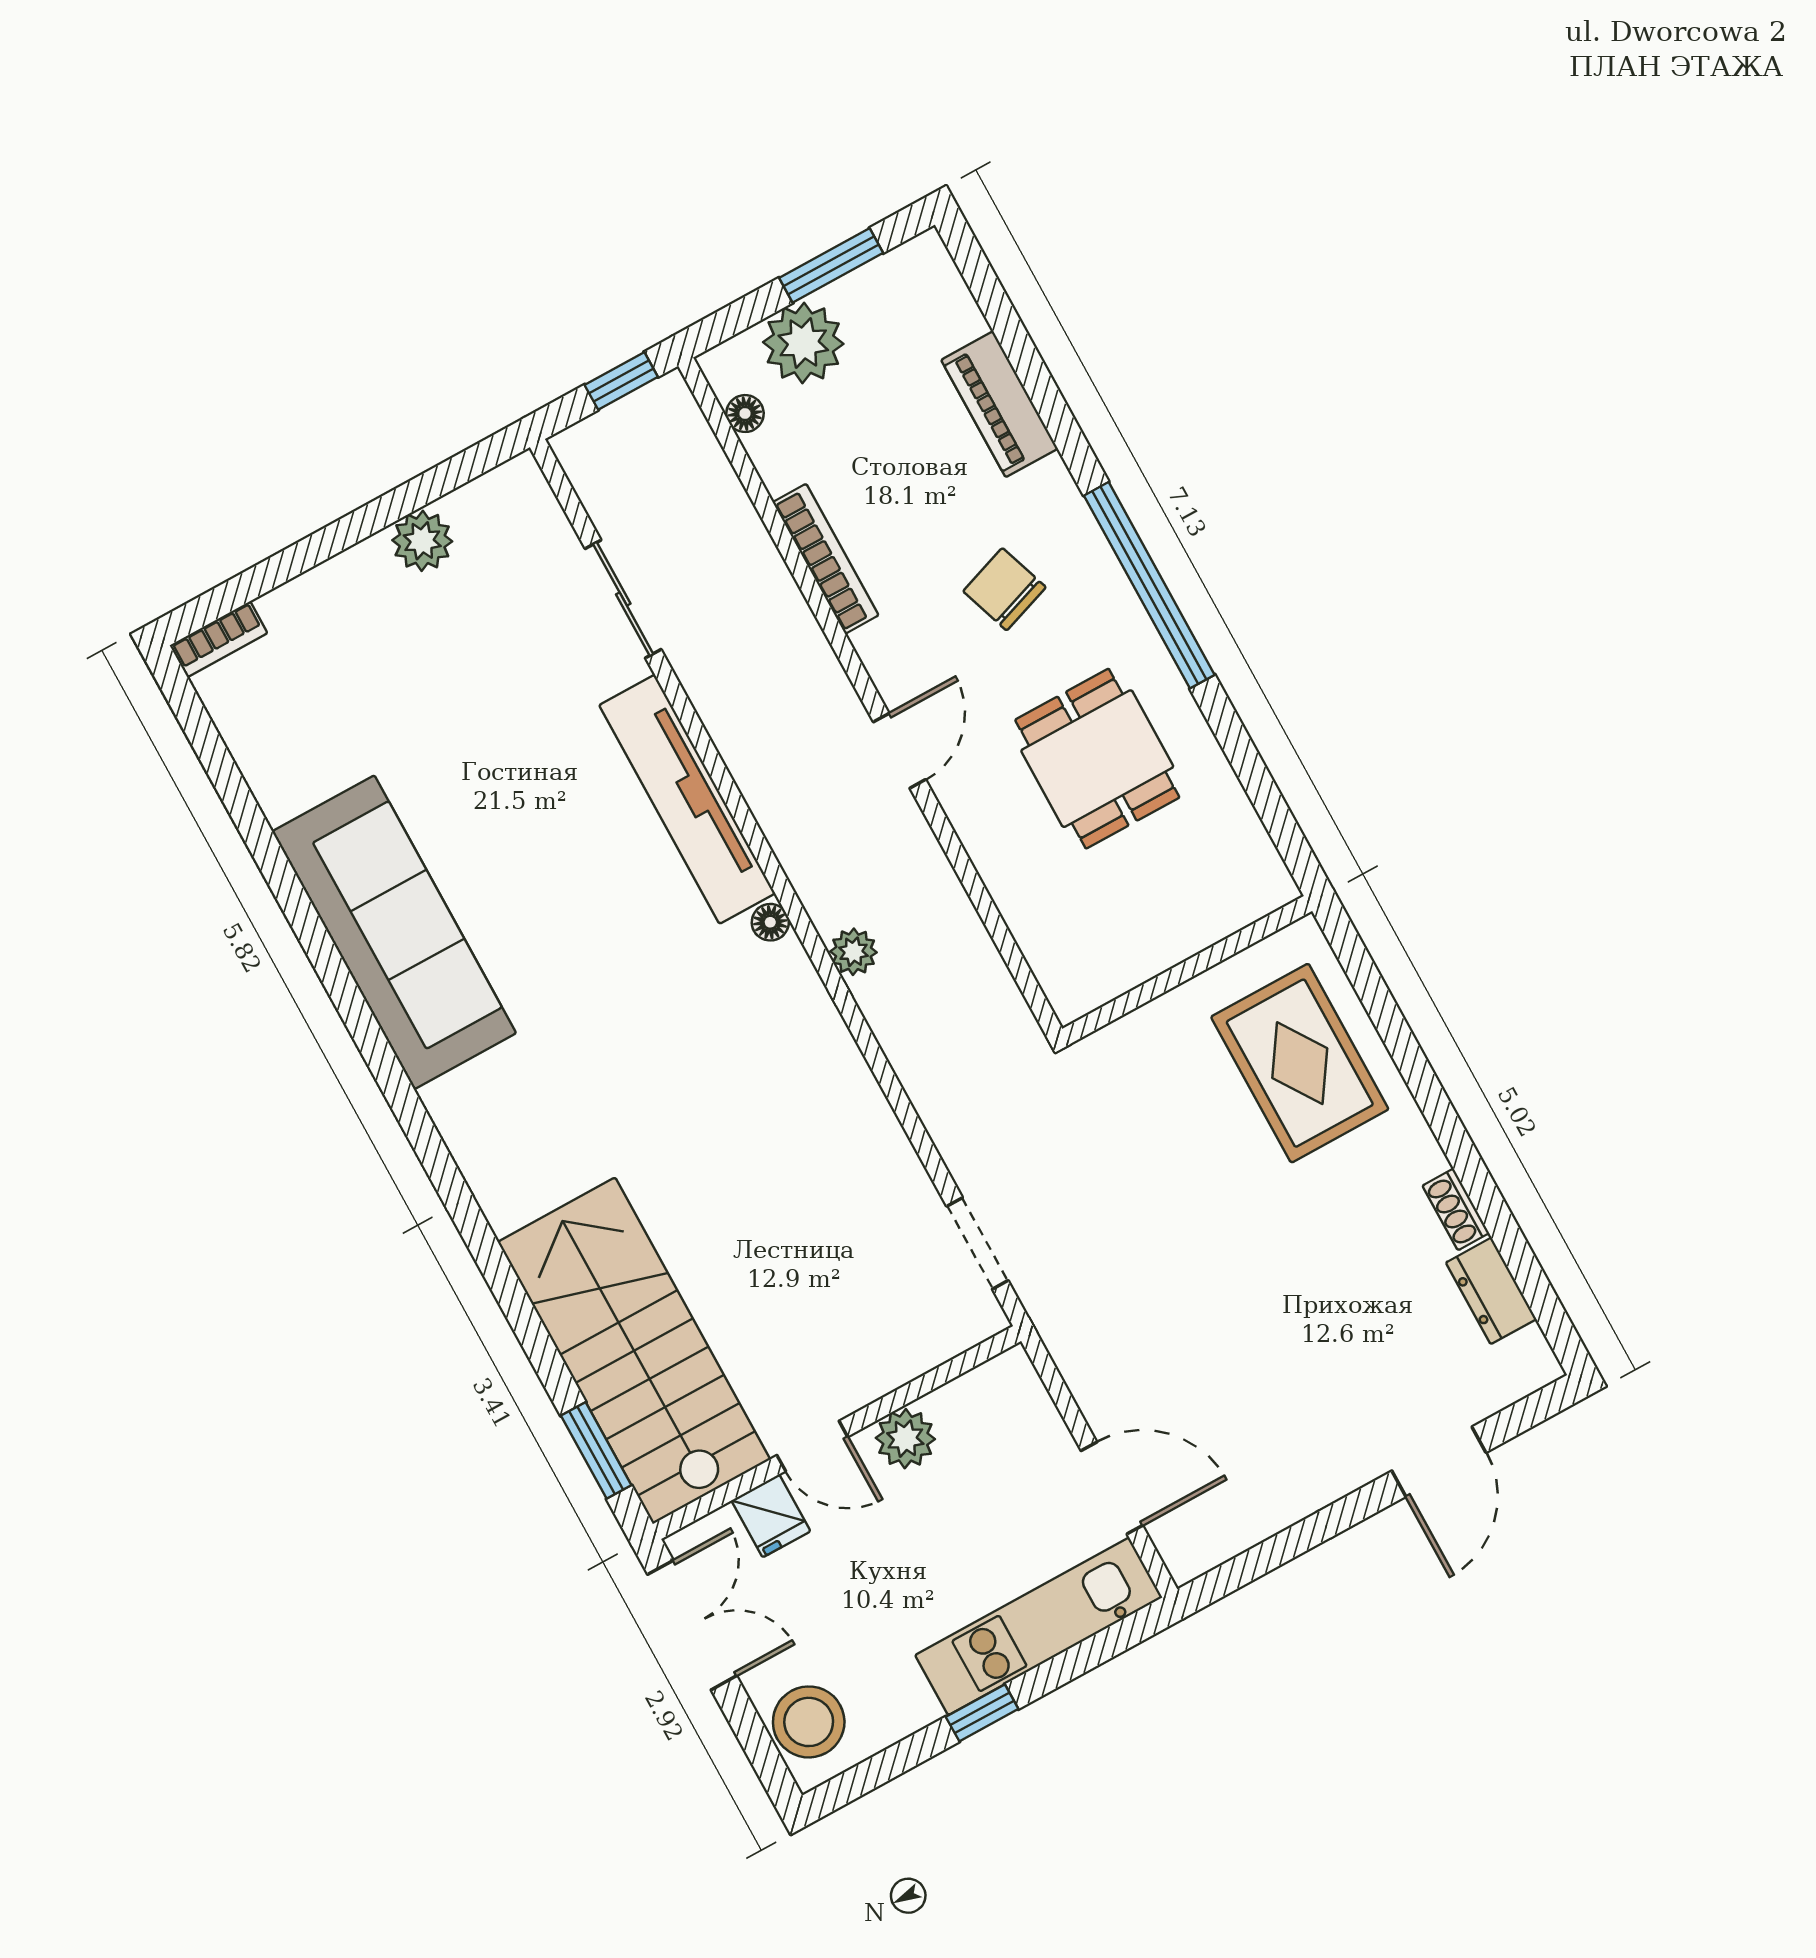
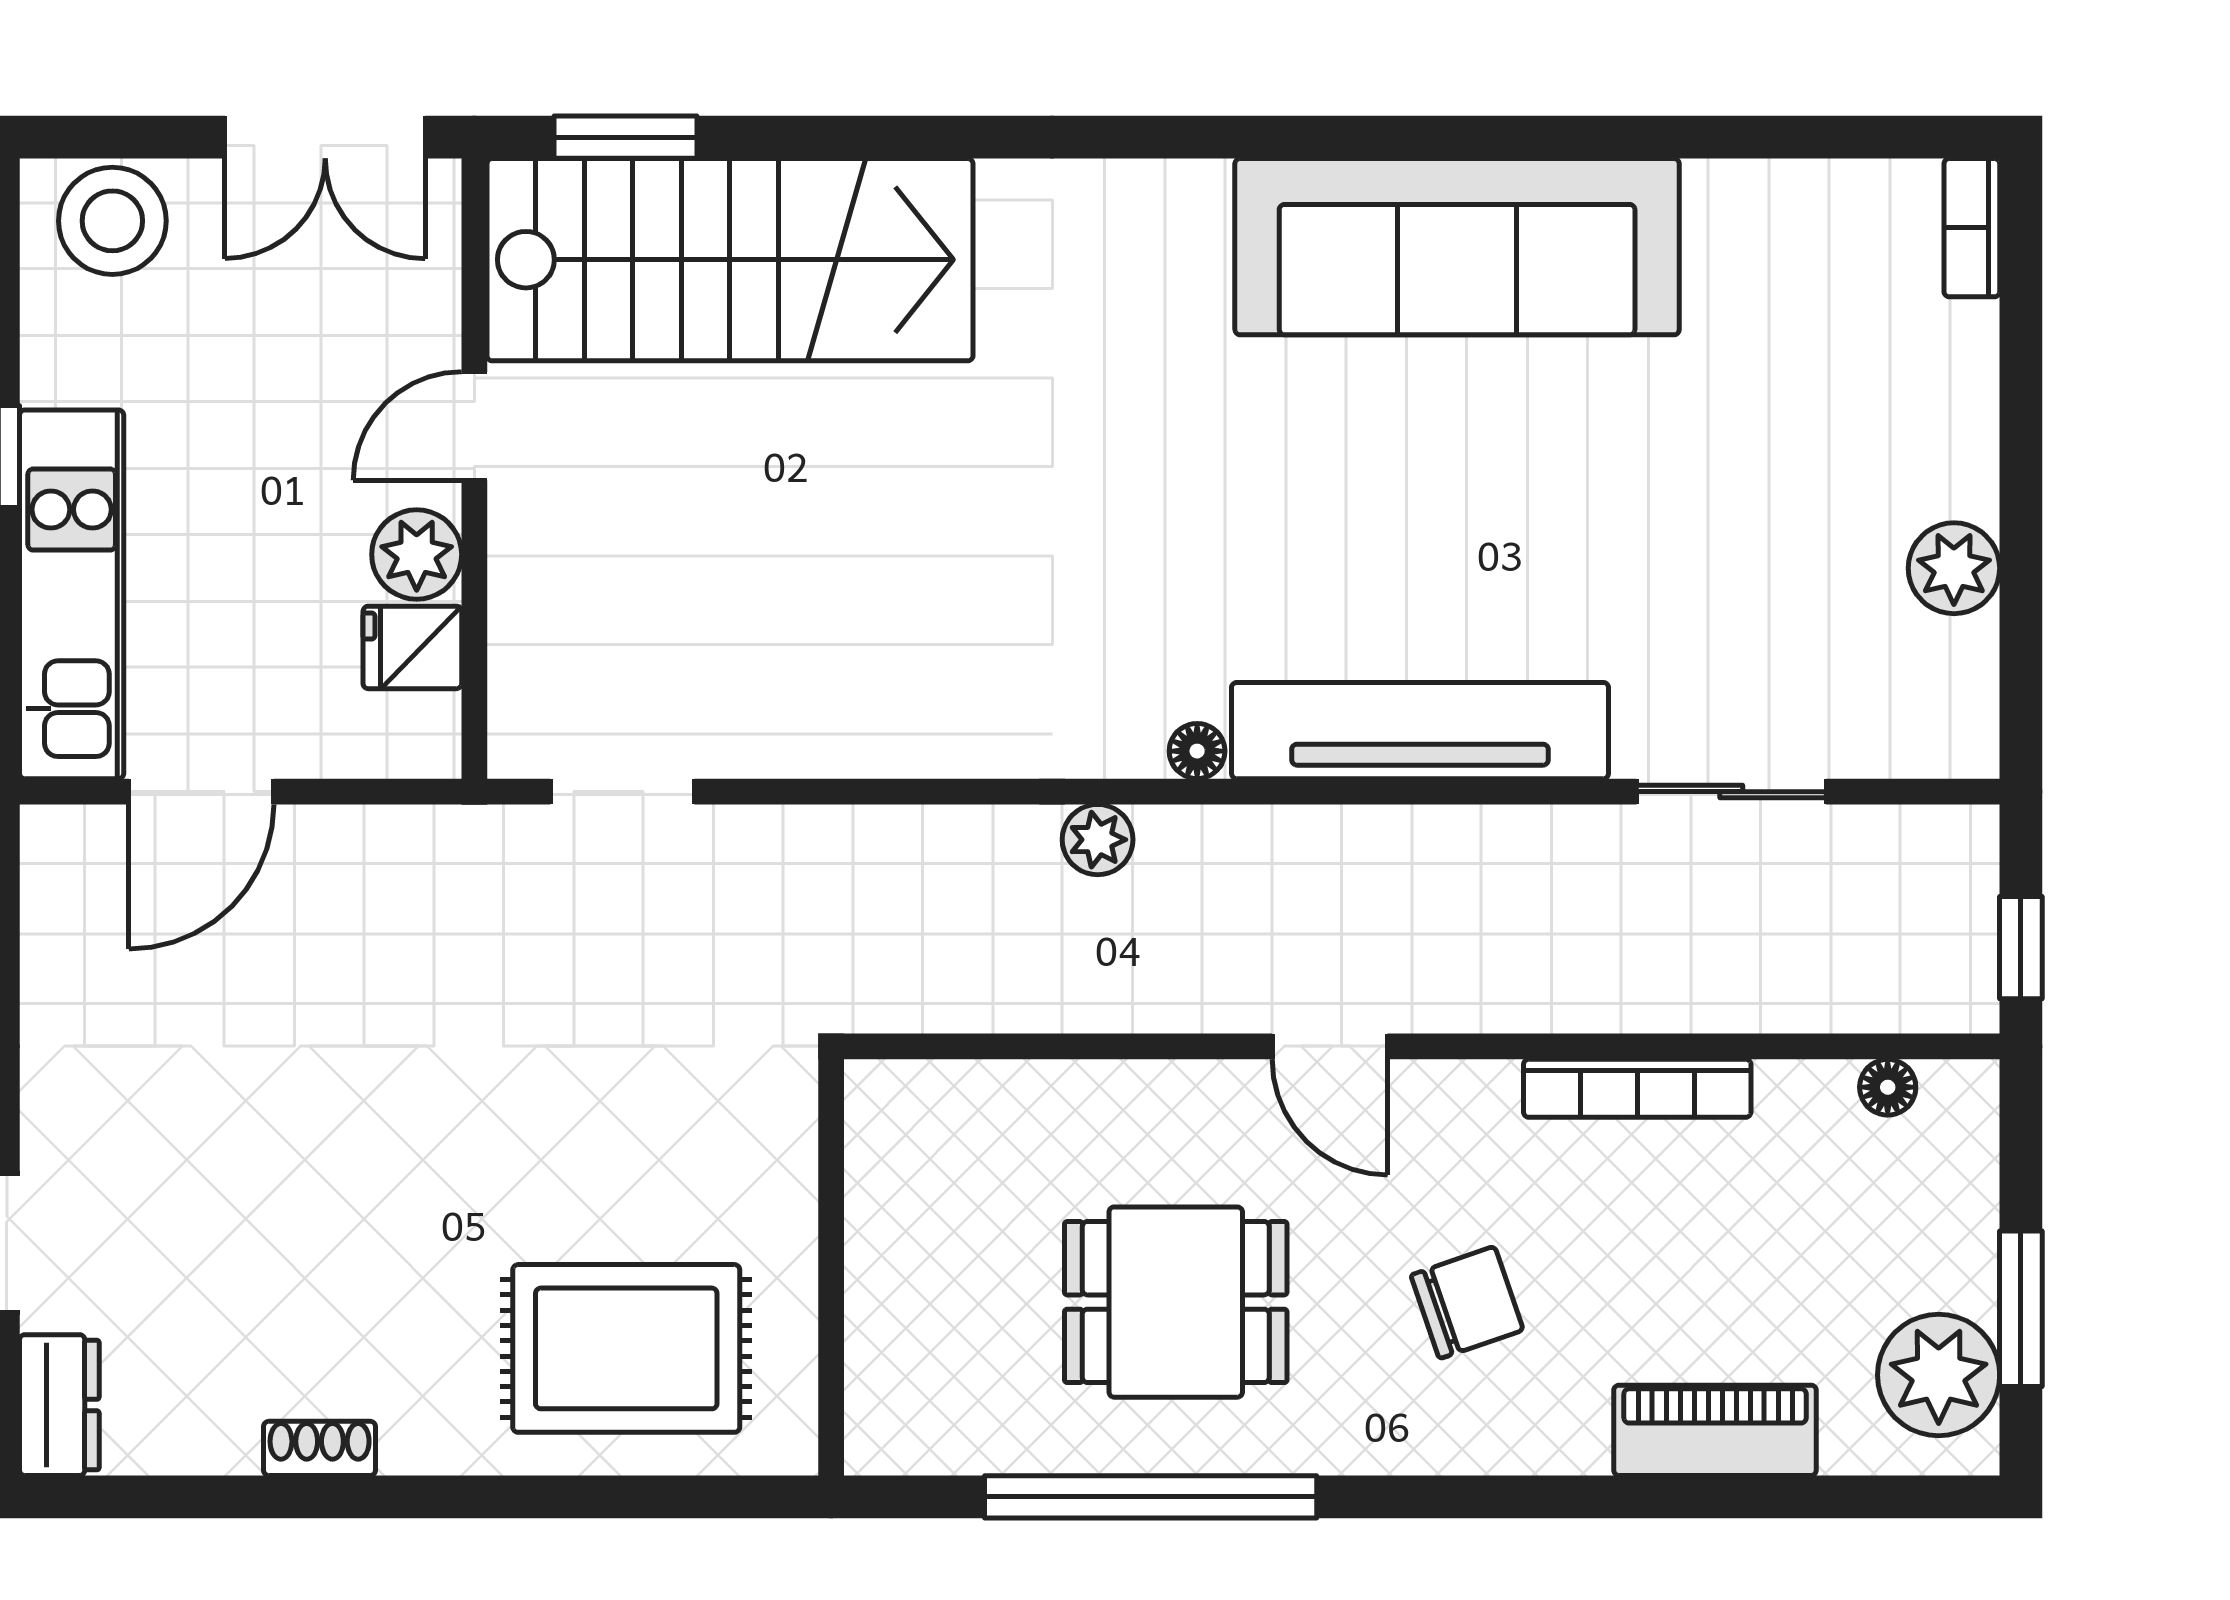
plant: (803, 343) -> (1939, 1375), moved
window: (1149, 585) -> (1151, 1497), moved
dresser: (1491, 1291) -> (59, 1405), moved, turned 90
fridge: (771, 1516) -> (412, 647), moved

